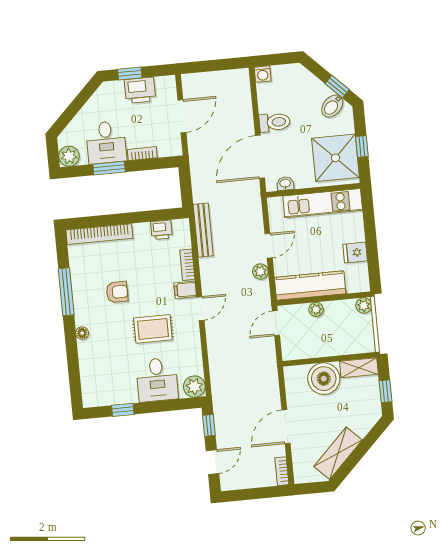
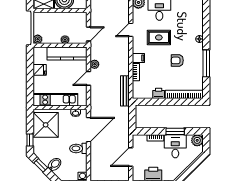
bidet: (332, 106) -> (55, 164), moved
window: (362, 146) -> (30, 140), moved
printer: (161, 230) -> (159, 93), moved
door: (200, 309) -> (131, 30), moved

